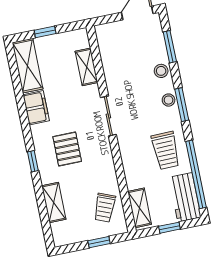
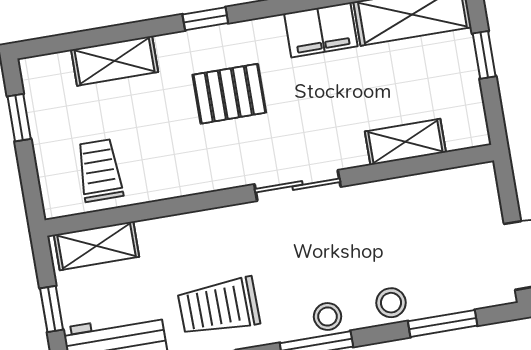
trolley: (105, 208) -> (100, 170), turned 68
window: (99, 242) -> (19, 118), moved

